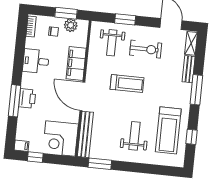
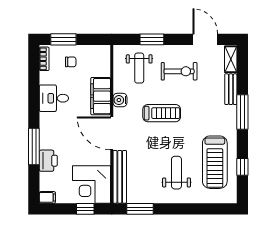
window: (66, 13) -> (63, 39), moved
plant: (71, 25) -> (90, 53), removed
water cooler: (92, 69) -> (120, 100), added
printer: (27, 98) -> (48, 161), moved
window: (35, 157) -> (85, 209), moved

